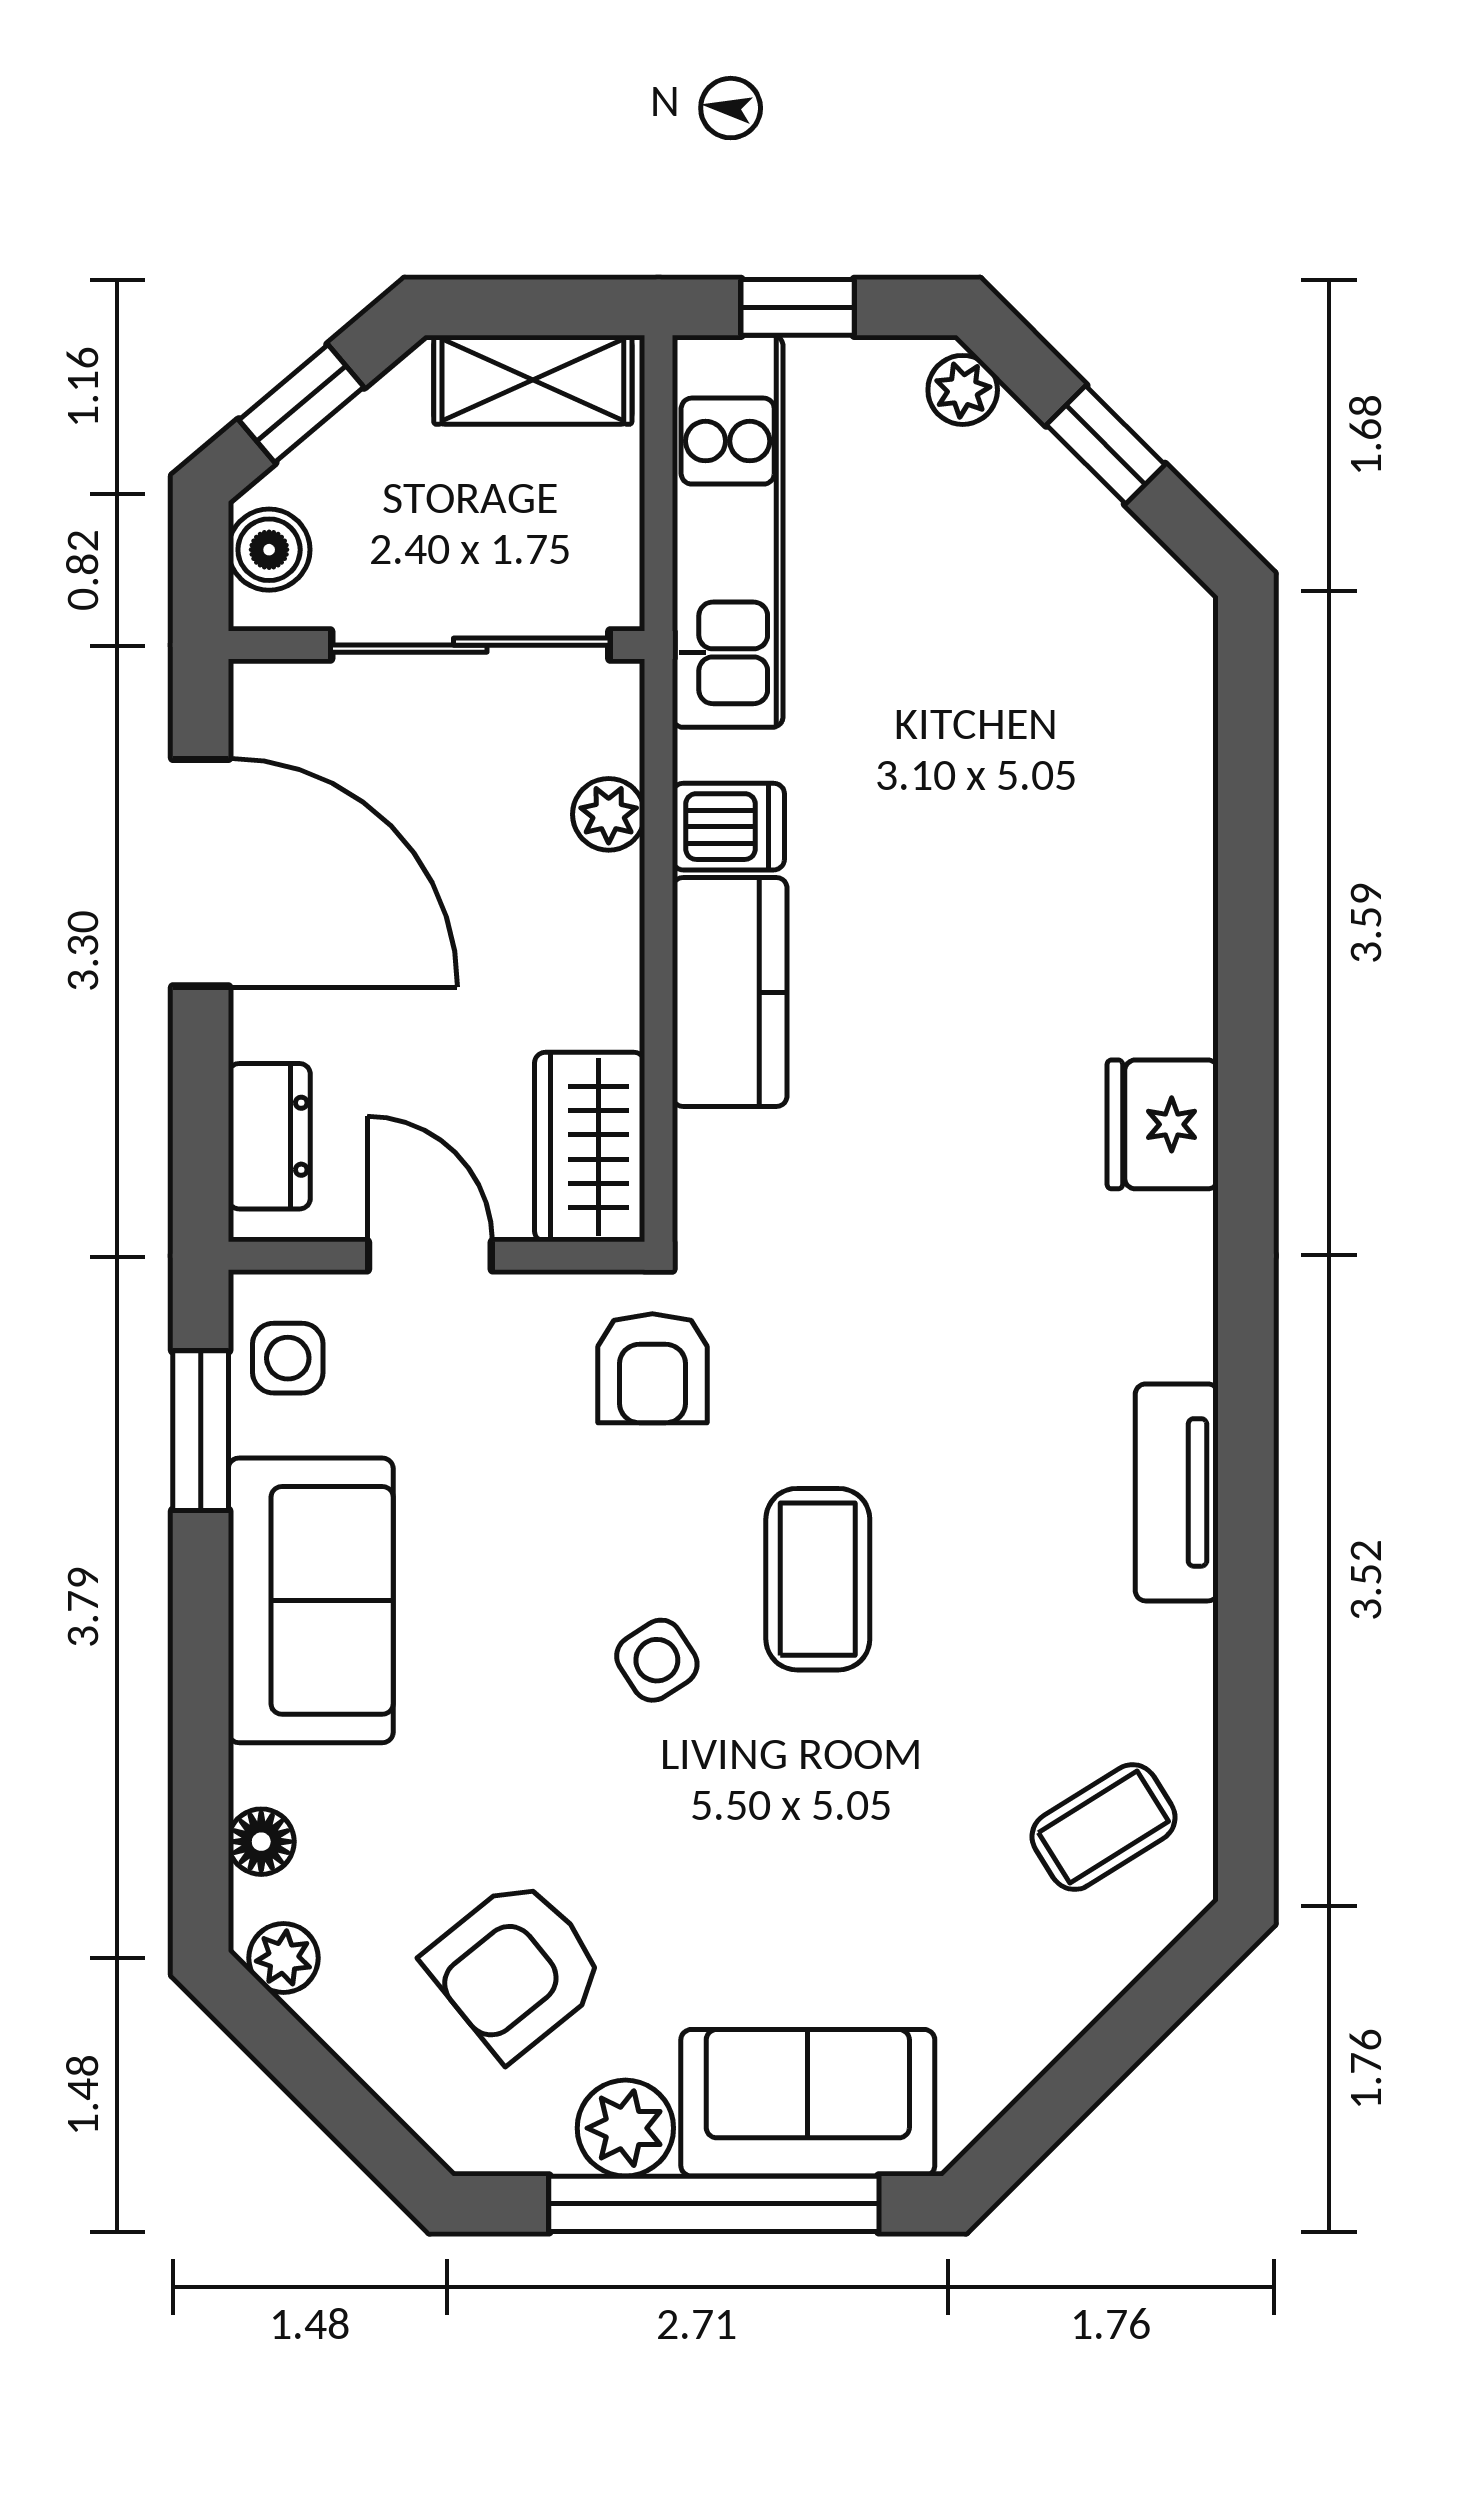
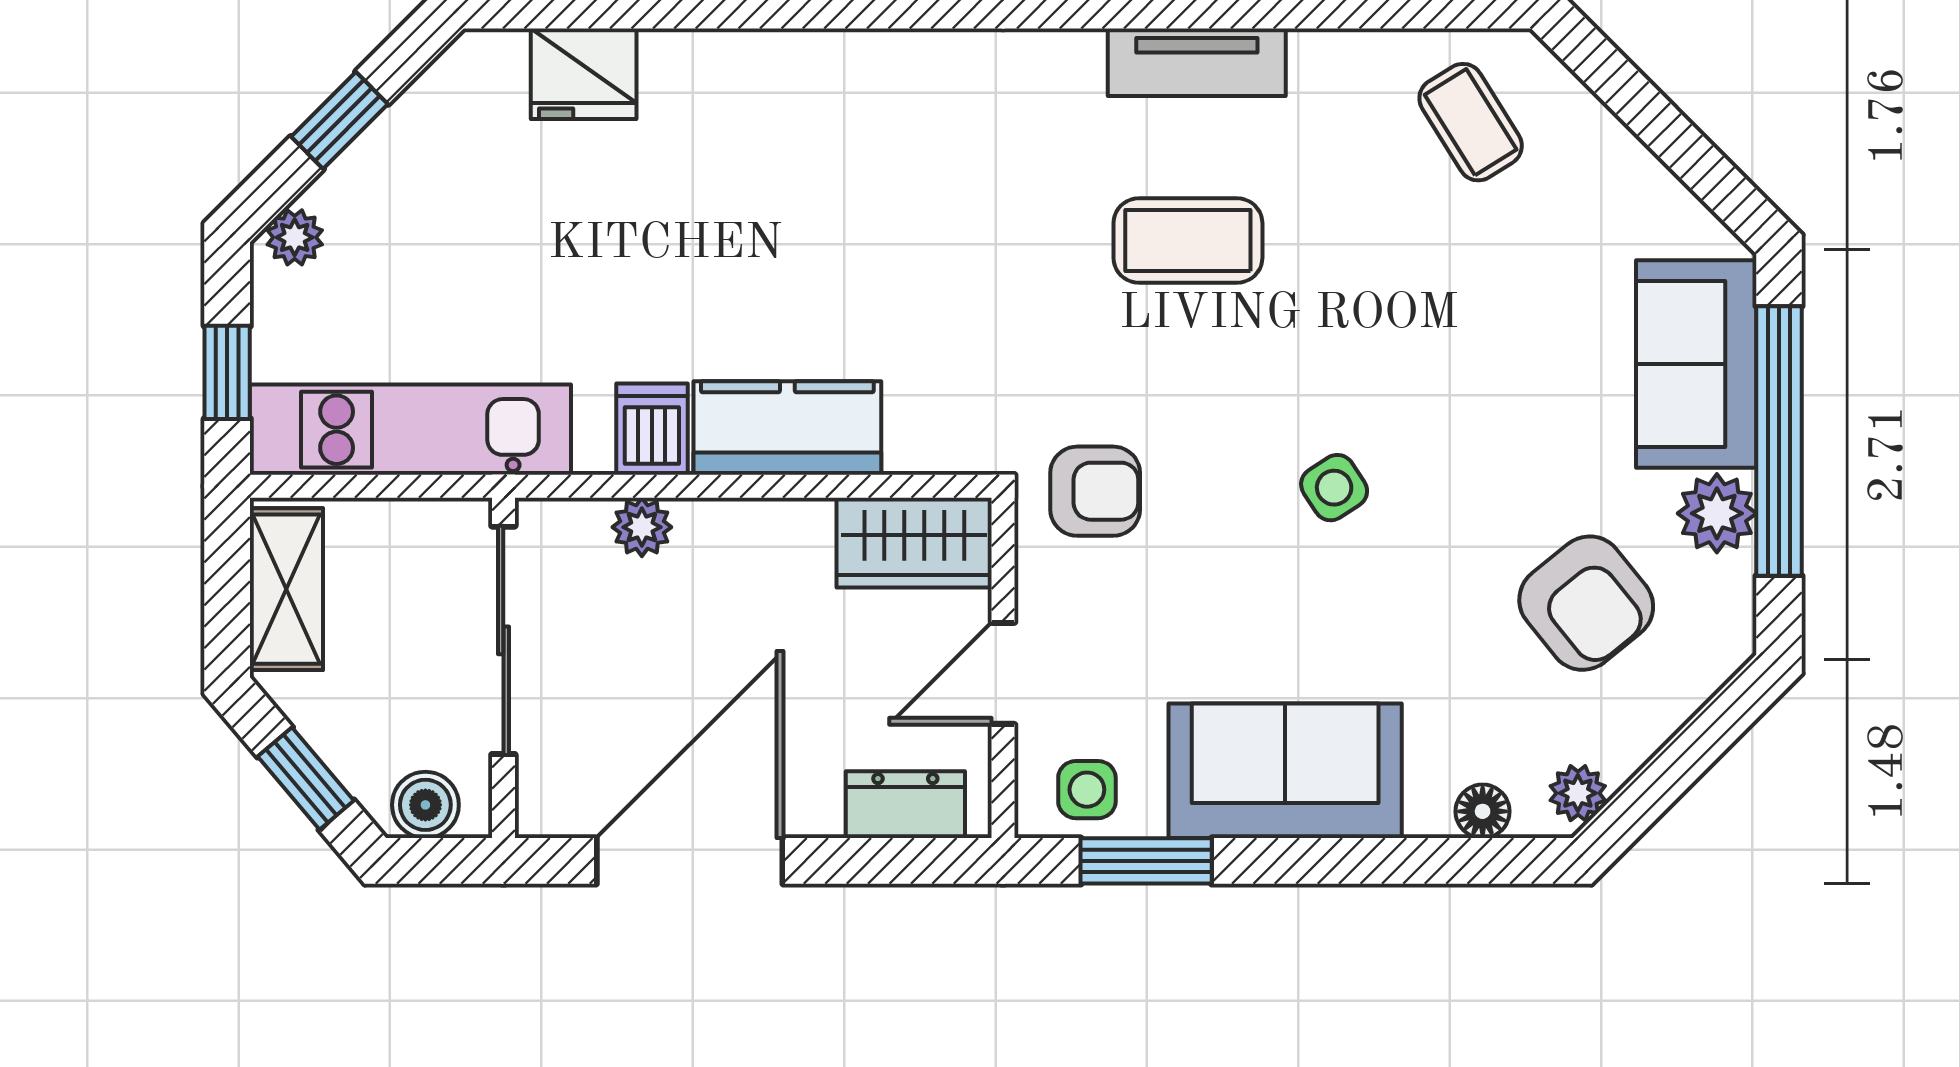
fridge: (1163, 1124) -> (584, 74), moved
coffee table: (818, 1579) -> (1188, 240), moved

